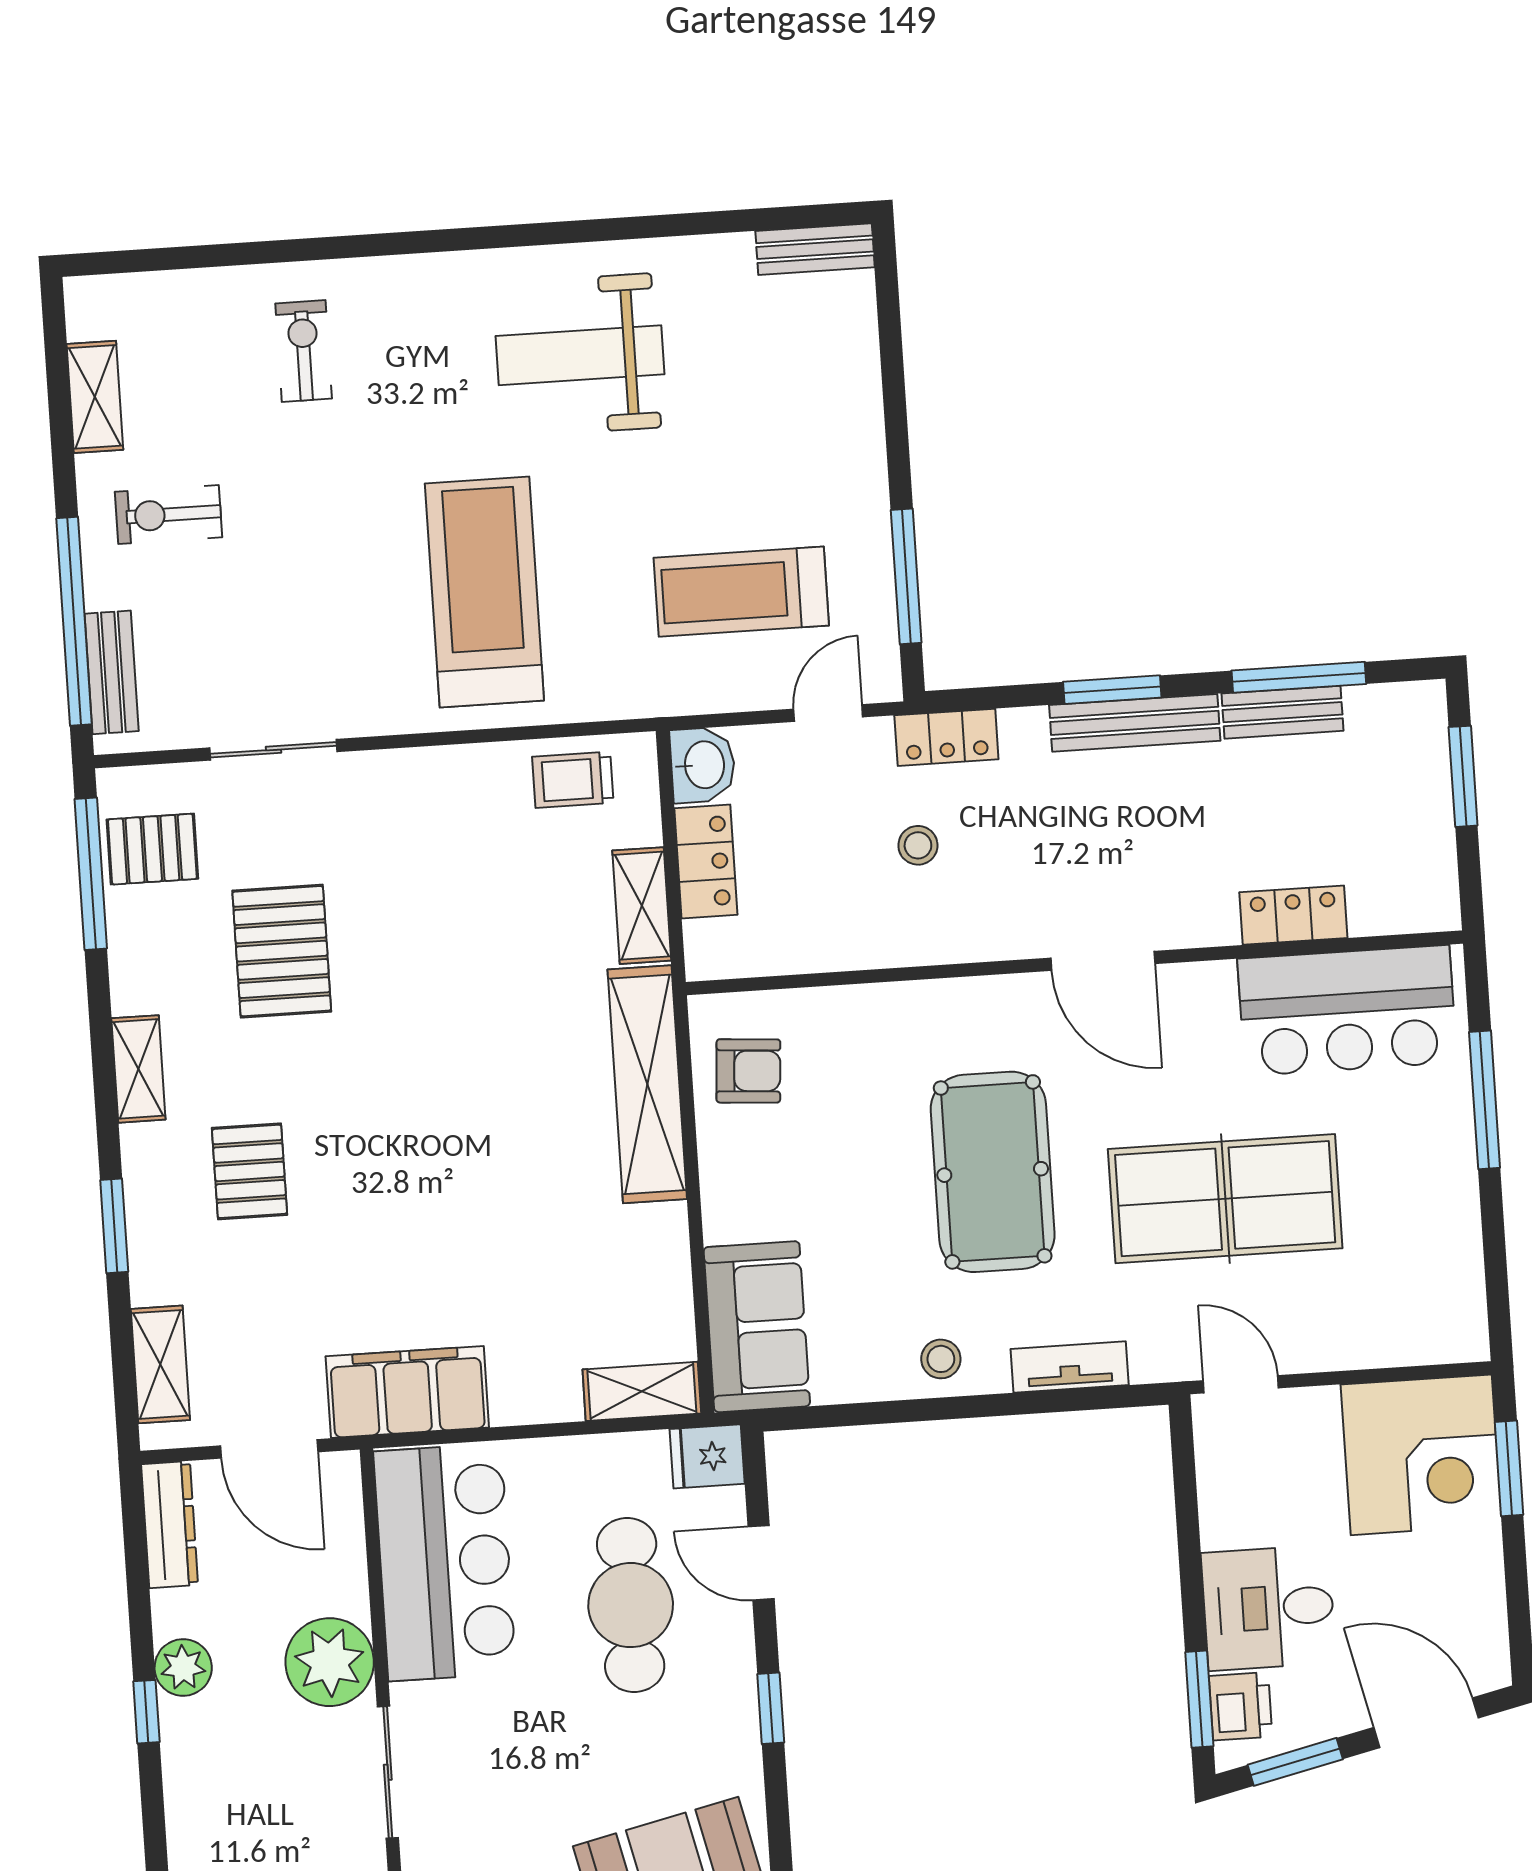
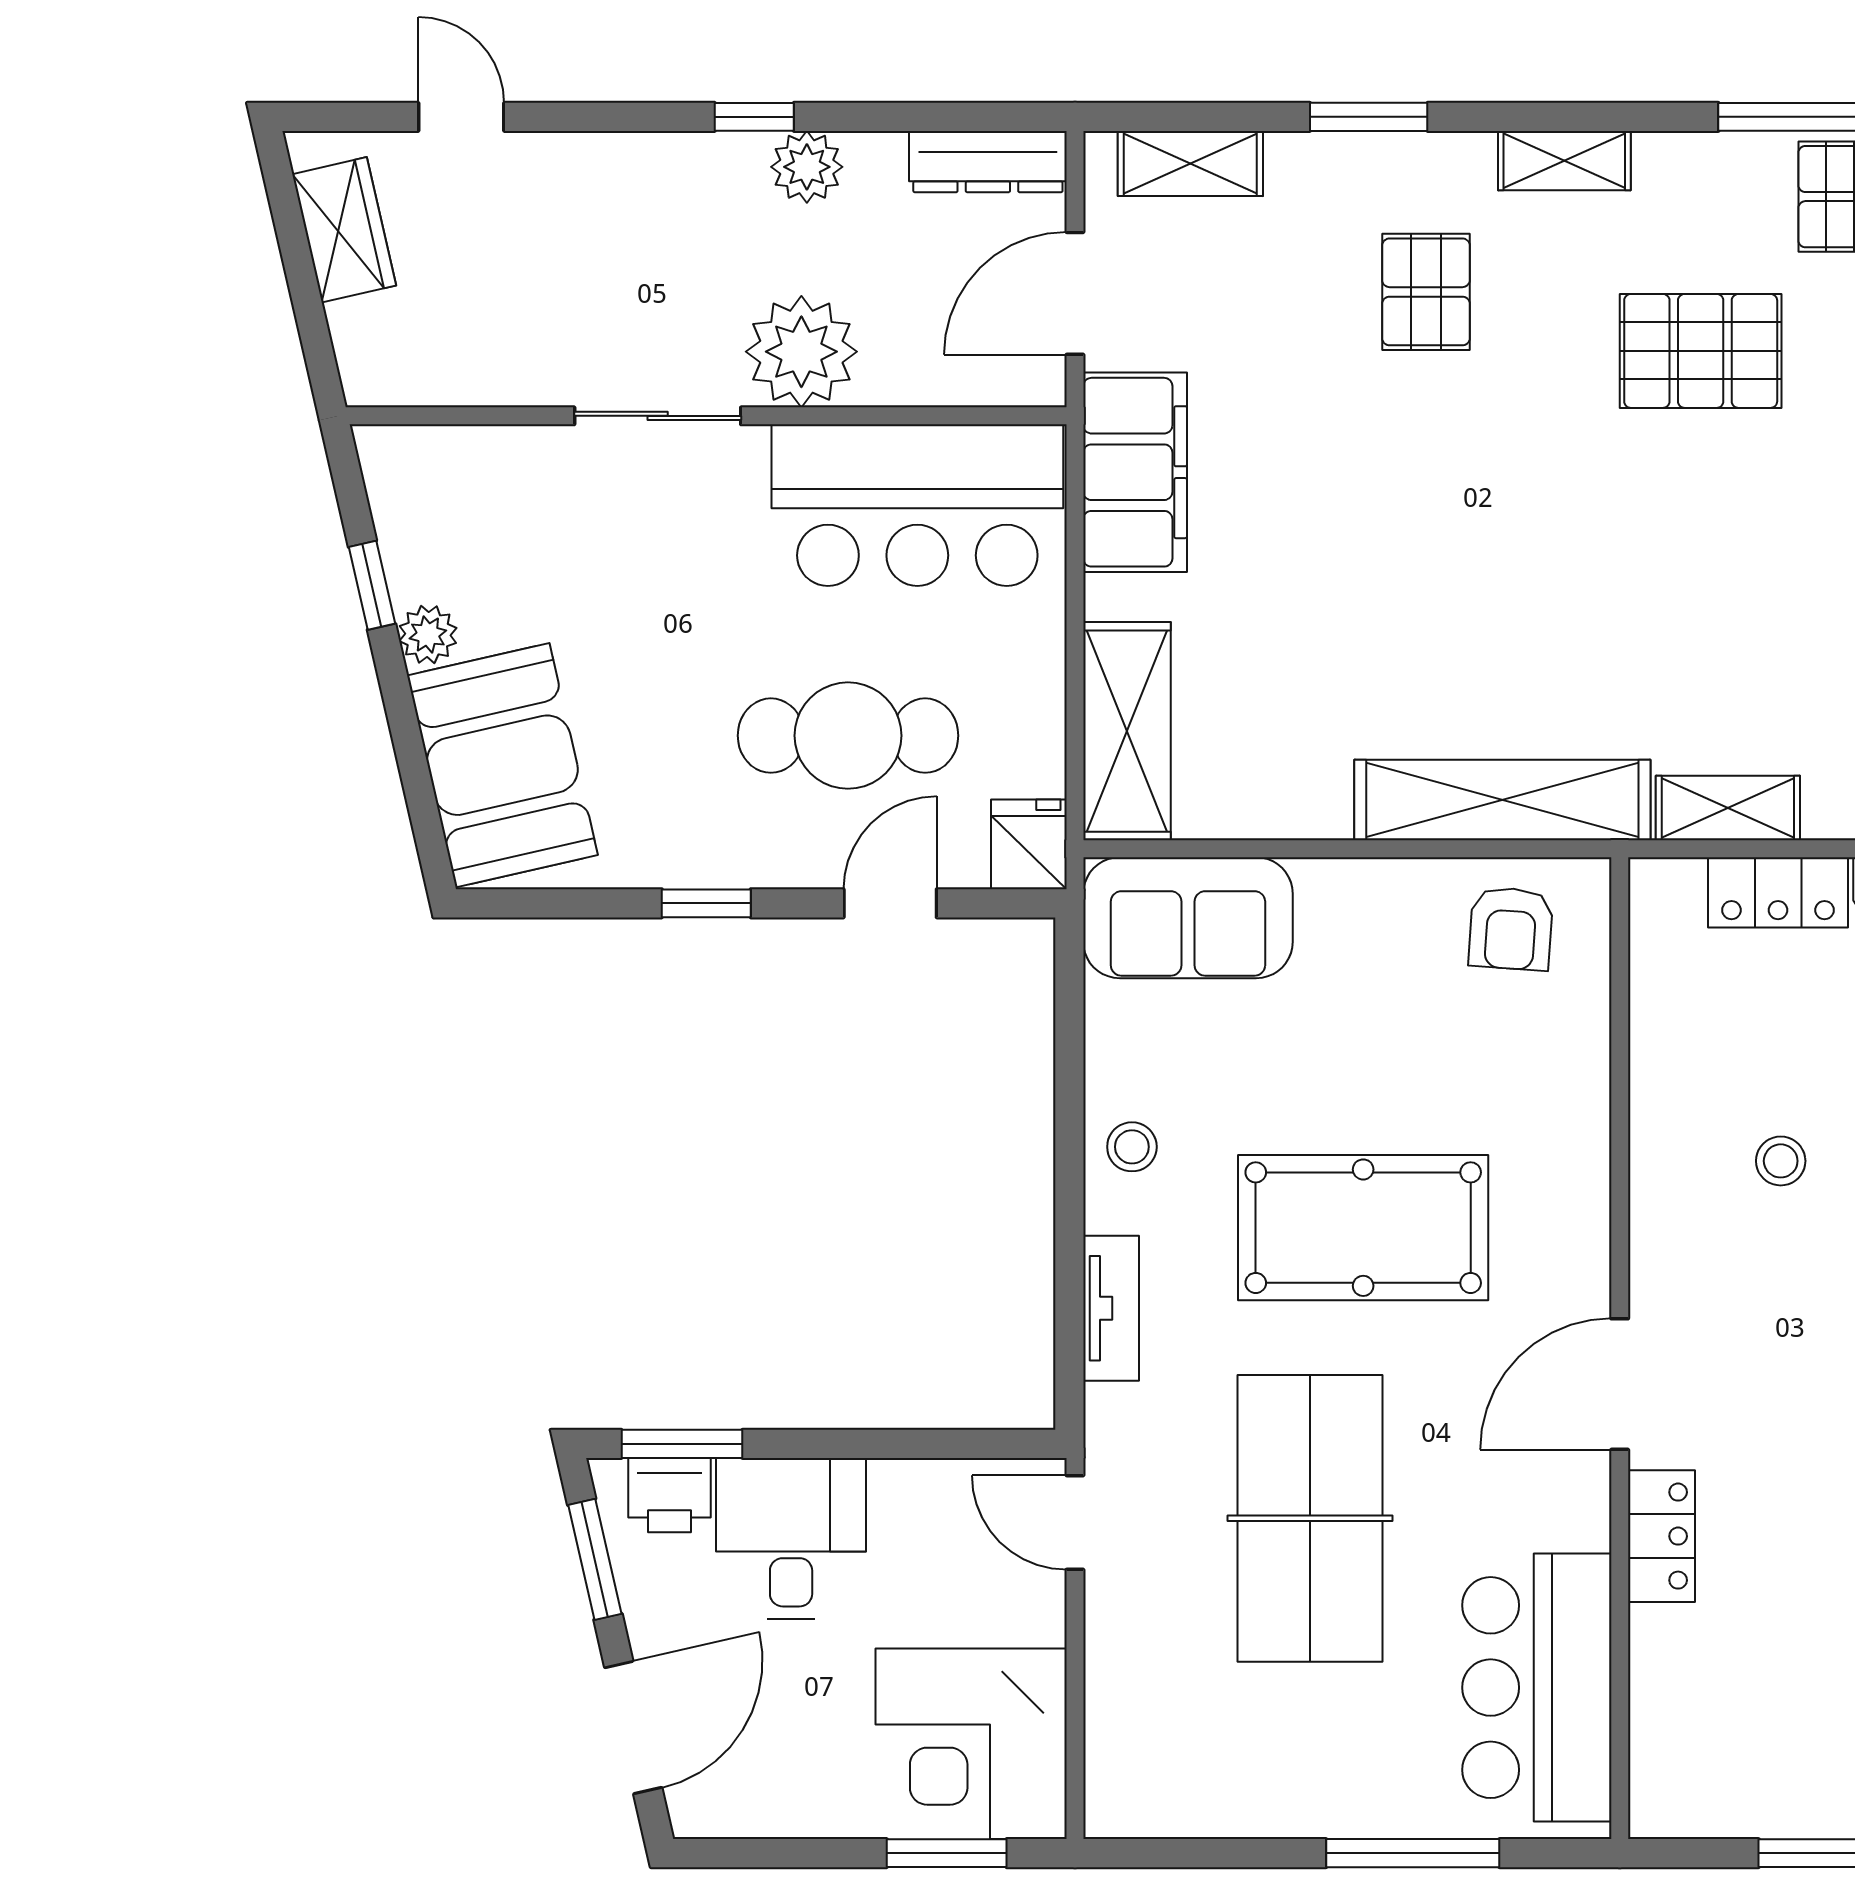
locker: (1293, 915) -> (1661, 1536), moved
pallet: (250, 1171) -> (1426, 292), turned 90
door: (1241, 1384) -> (1075, 1522), swing flipped
shelving: (642, 1391) -> (1127, 731), width x1.50, depth x1.33

